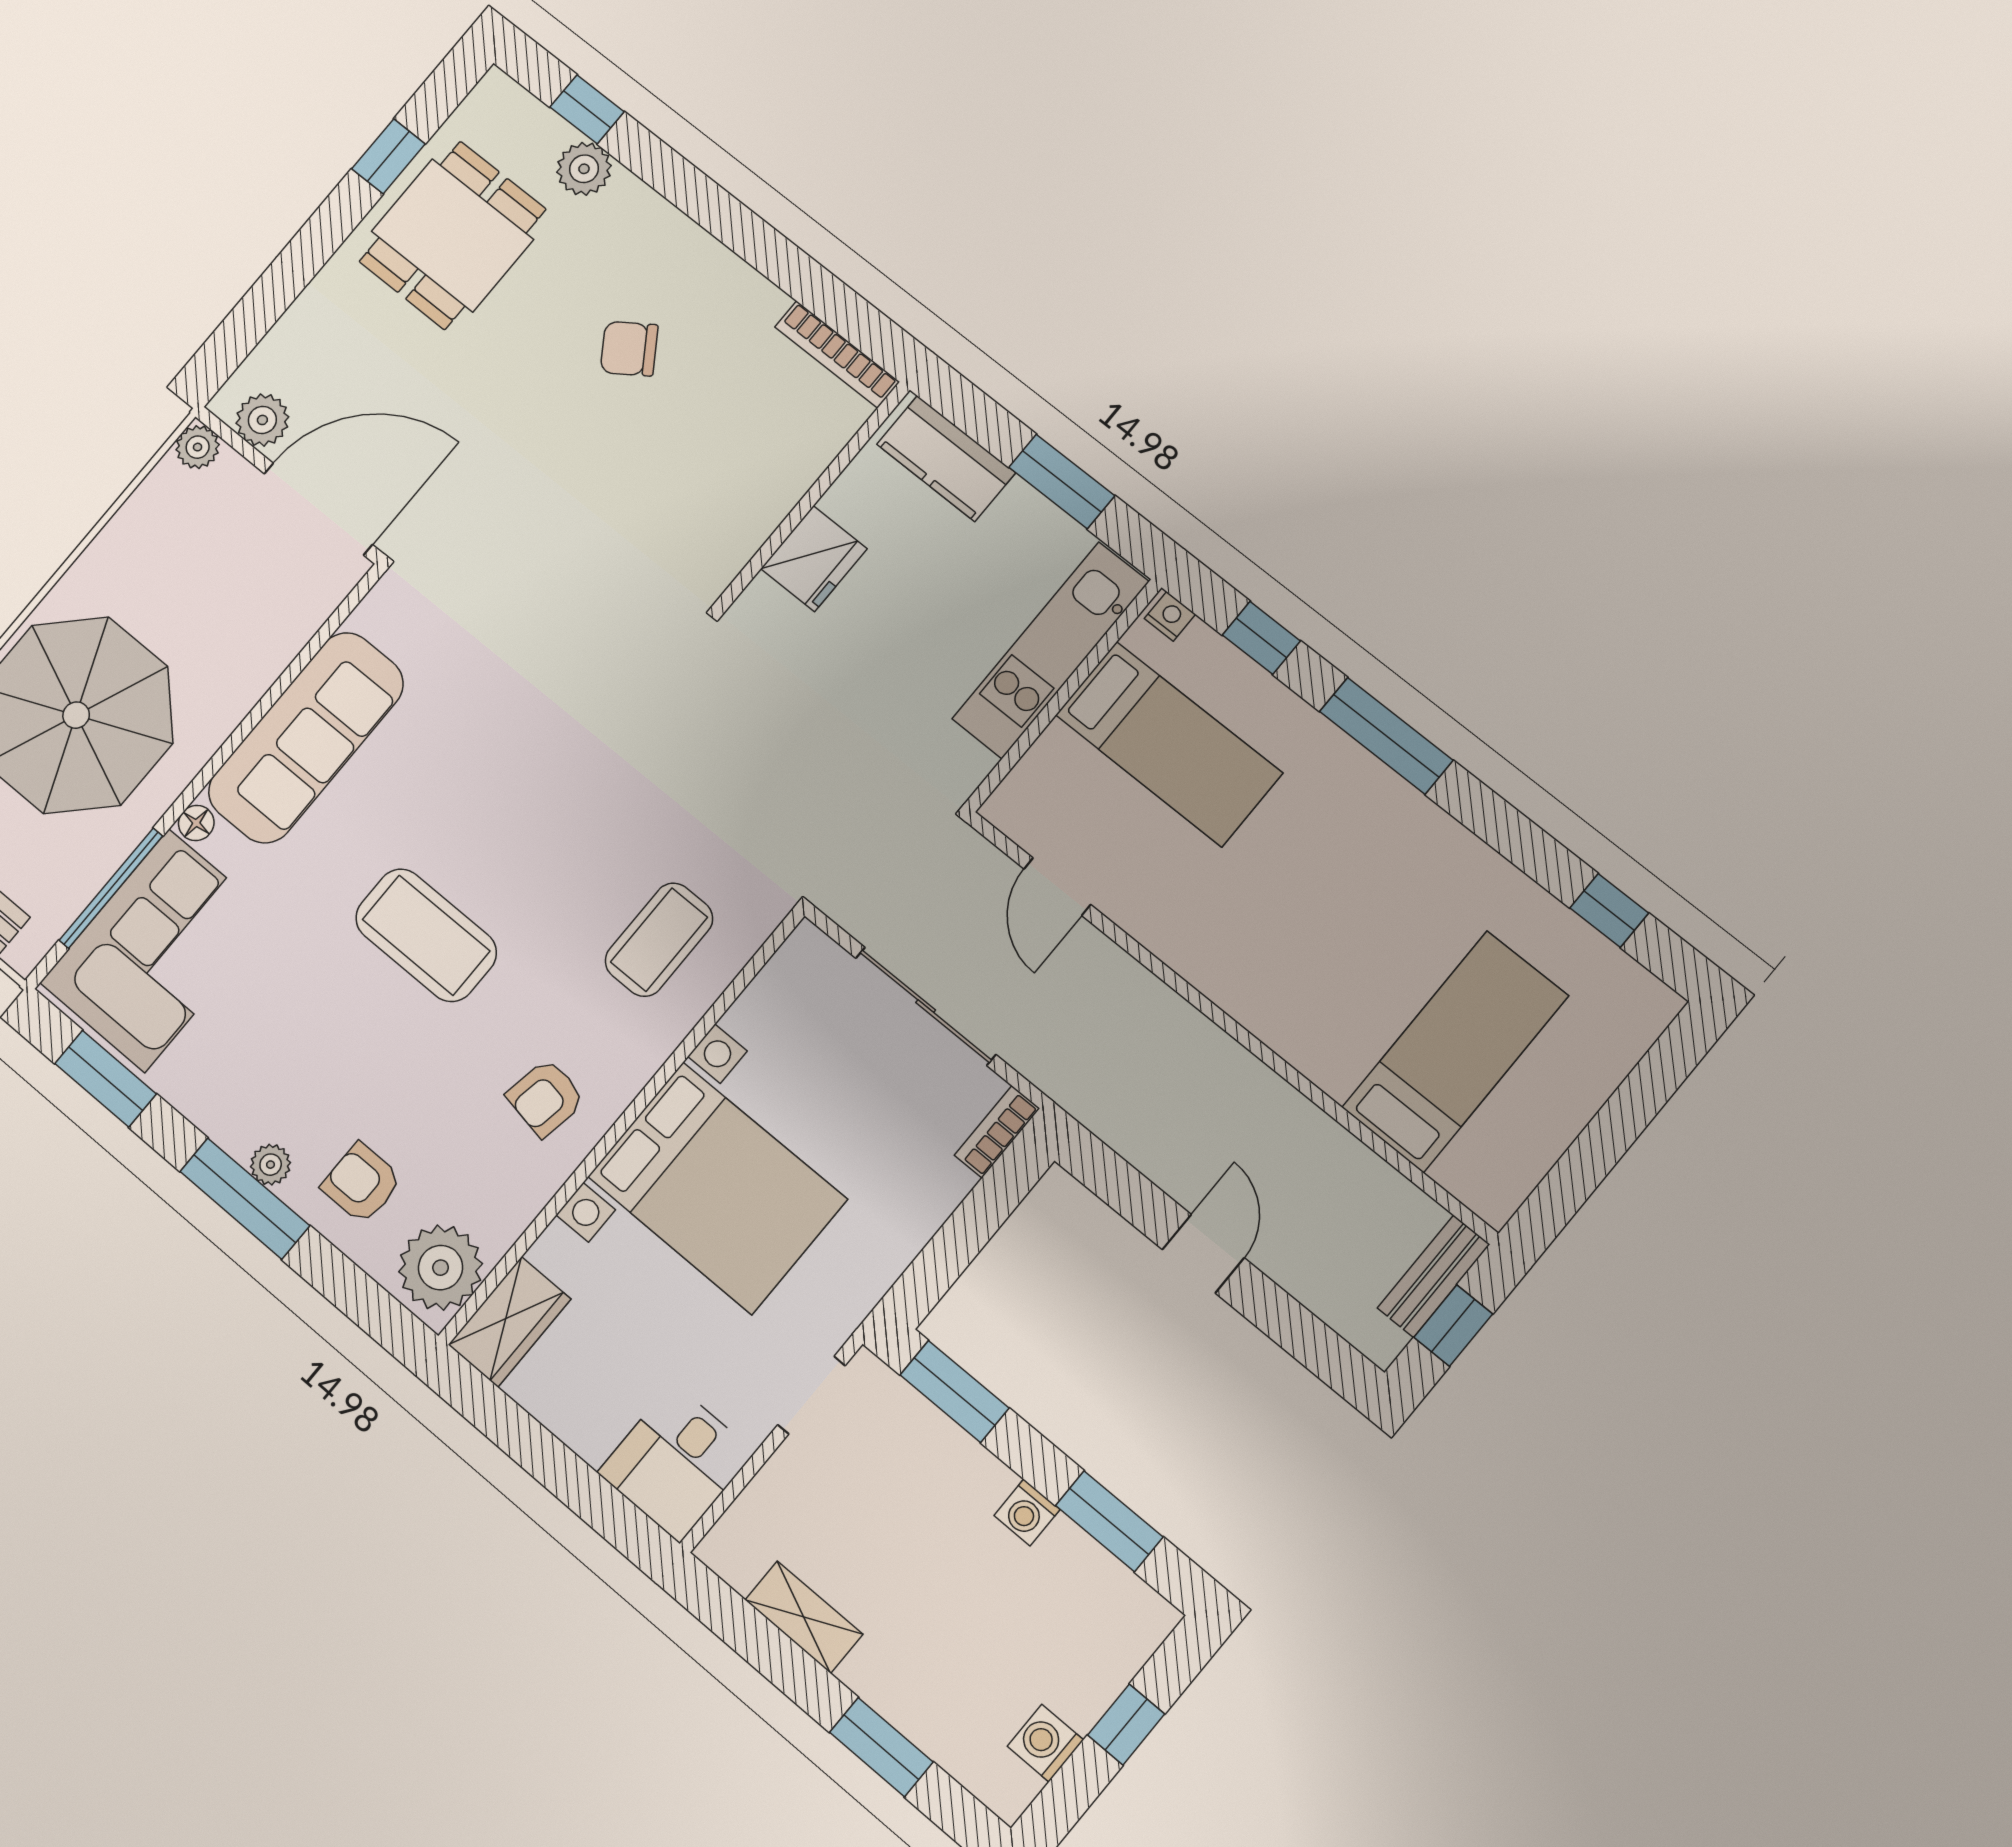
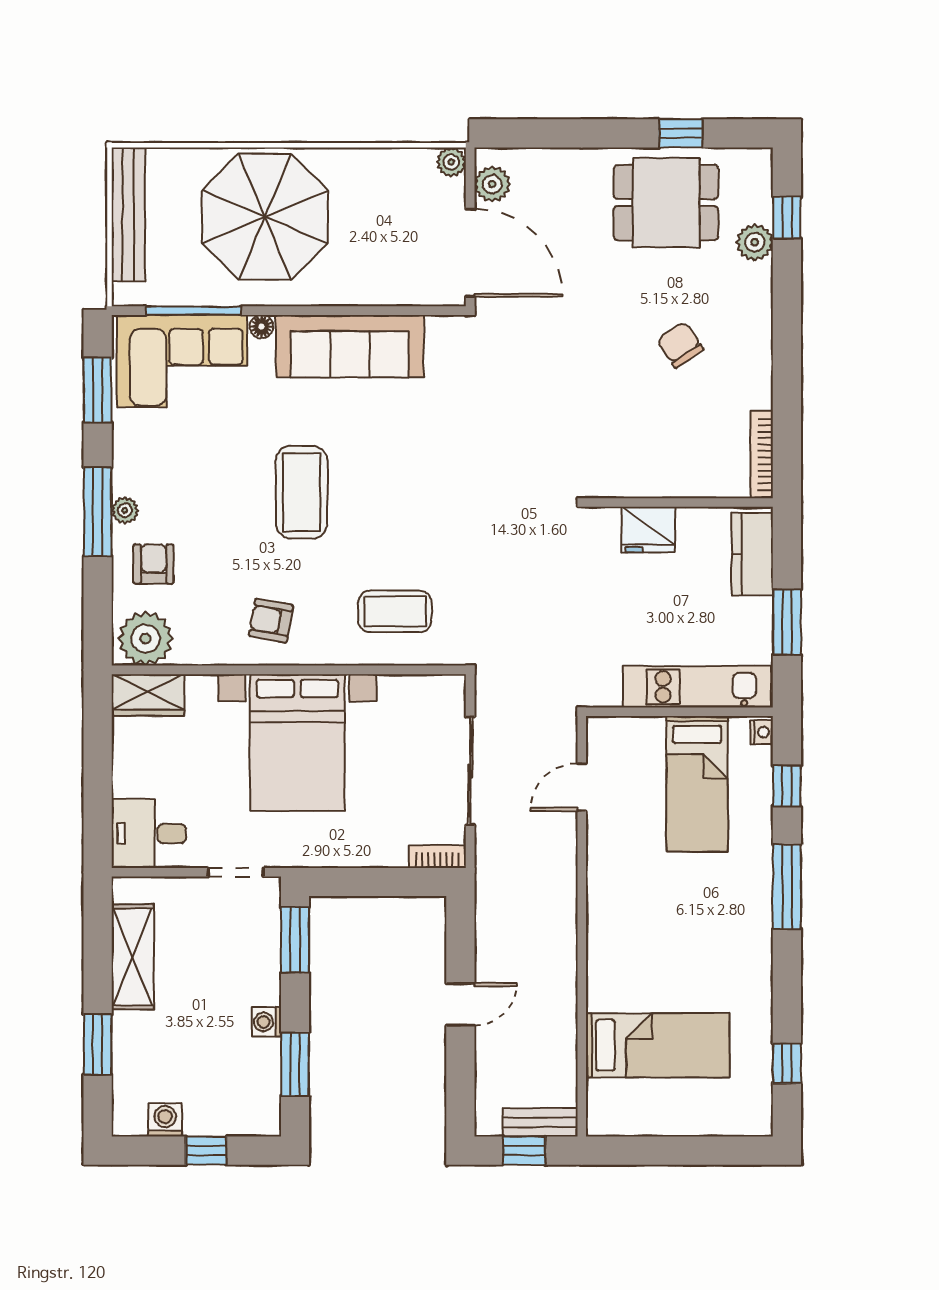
shelving: (804, 1617) -> (133, 957), width x1.50, depth x1.33

